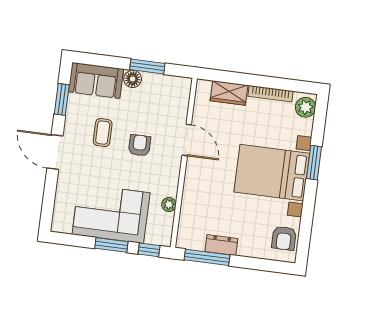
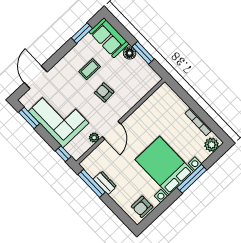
wardrobe: (229, 93) -> (176, 103), removed
door: (187, 140) -> (111, 130), moved
armchair: (140, 145) -> (104, 92), turned -94
door: (55, 152) -> (36, 77), moved
window: (314, 163) -> (192, 179), width x1.44
window: (111, 245) -> (29, 118), moved

